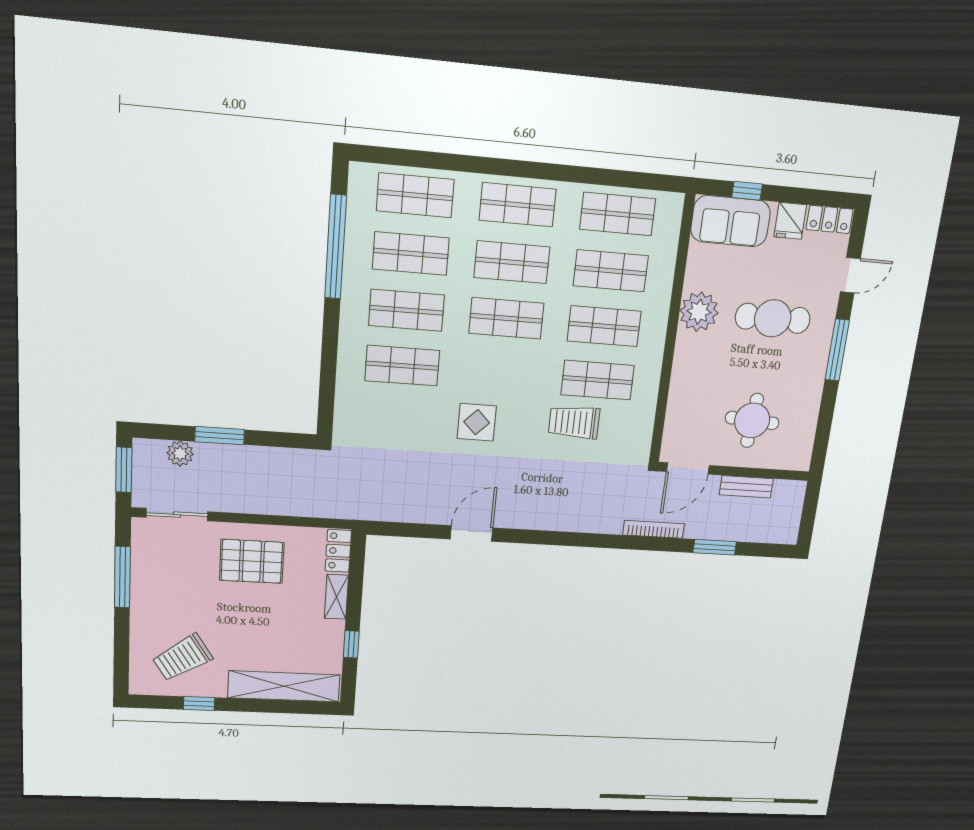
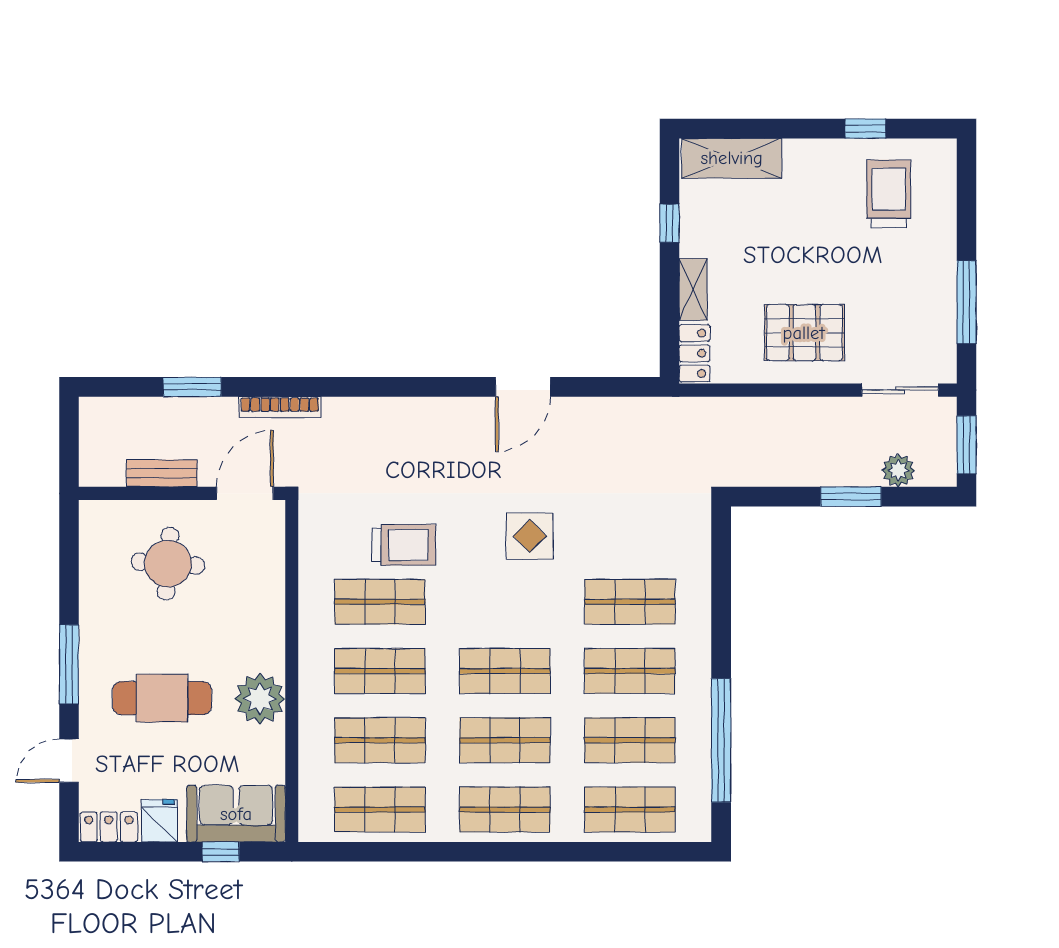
trolley: (182, 658) -> (889, 194), turned -57
shelving: (284, 686) -> (732, 158), width x0.68

